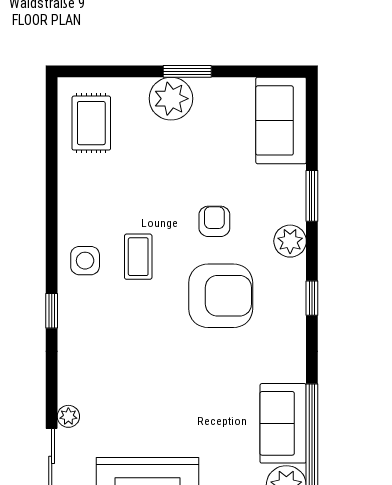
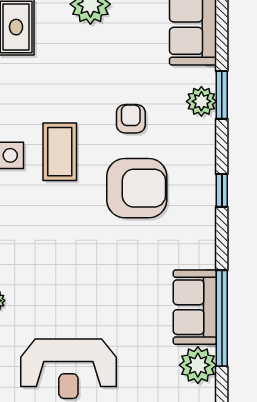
plant: (290, 241) -> (201, 101), moved
coffee table: (138, 257) -> (60, 152), width x1.36, depth x1.30

